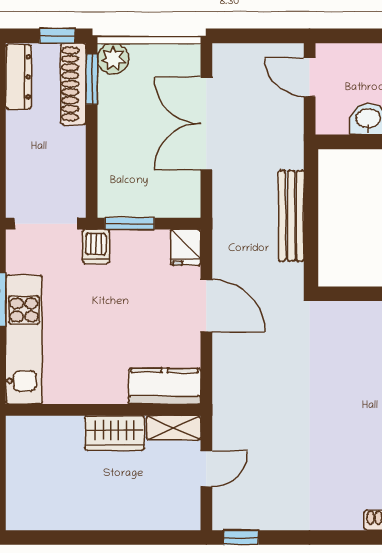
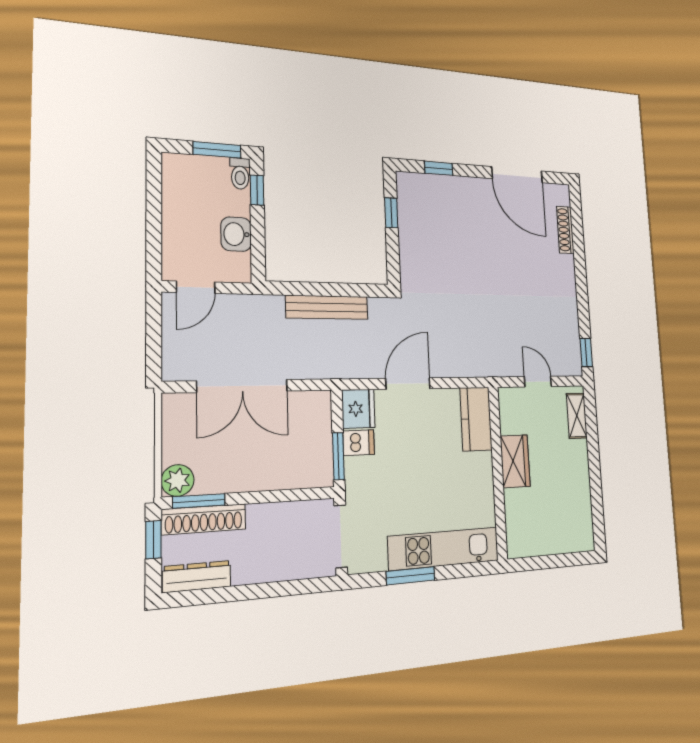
dishwasher: (96, 246) -> (359, 443), moved
fridge: (186, 247) -> (358, 409), width x1.38
shelving: (174, 428) -> (577, 416), moved

